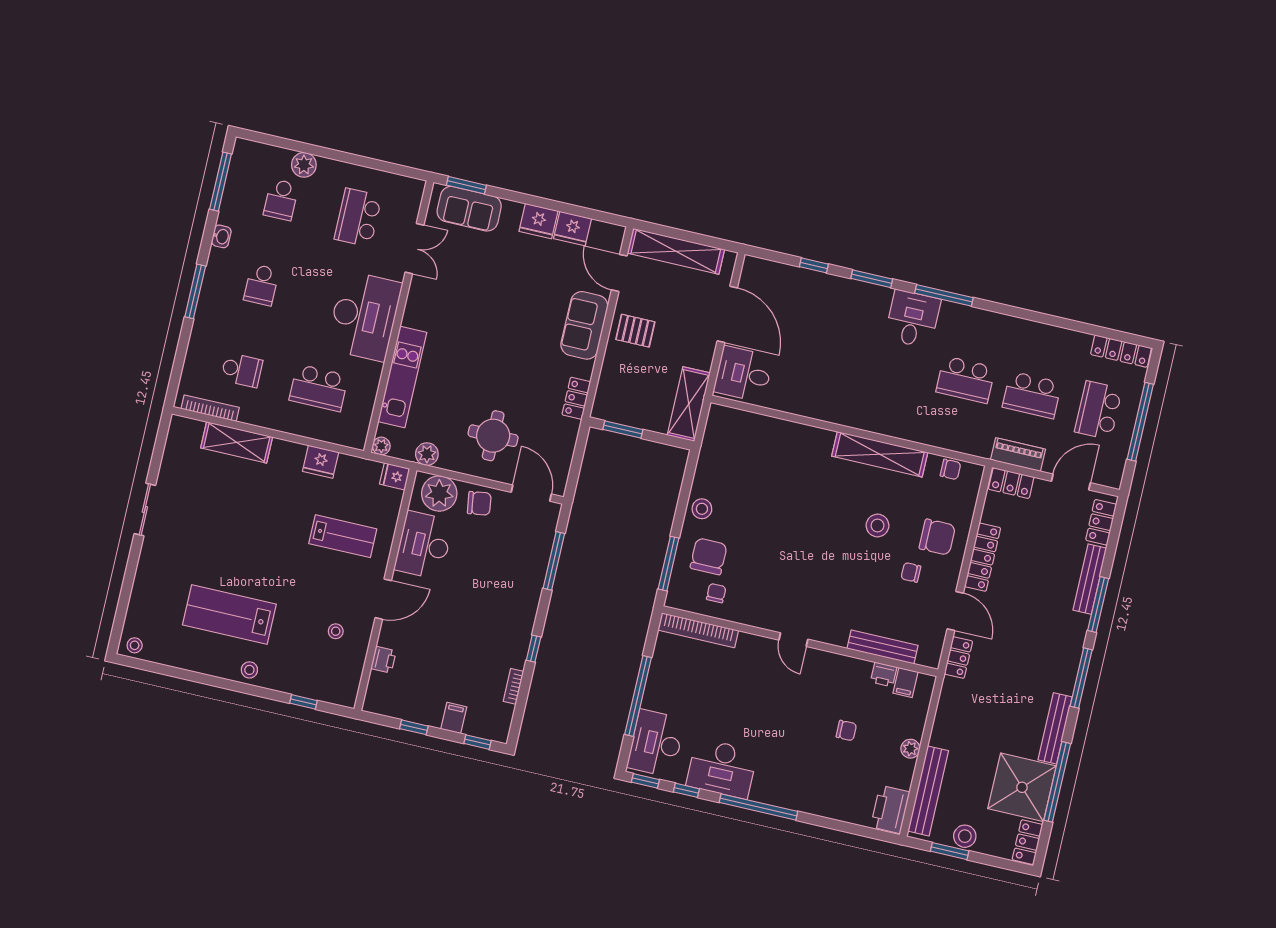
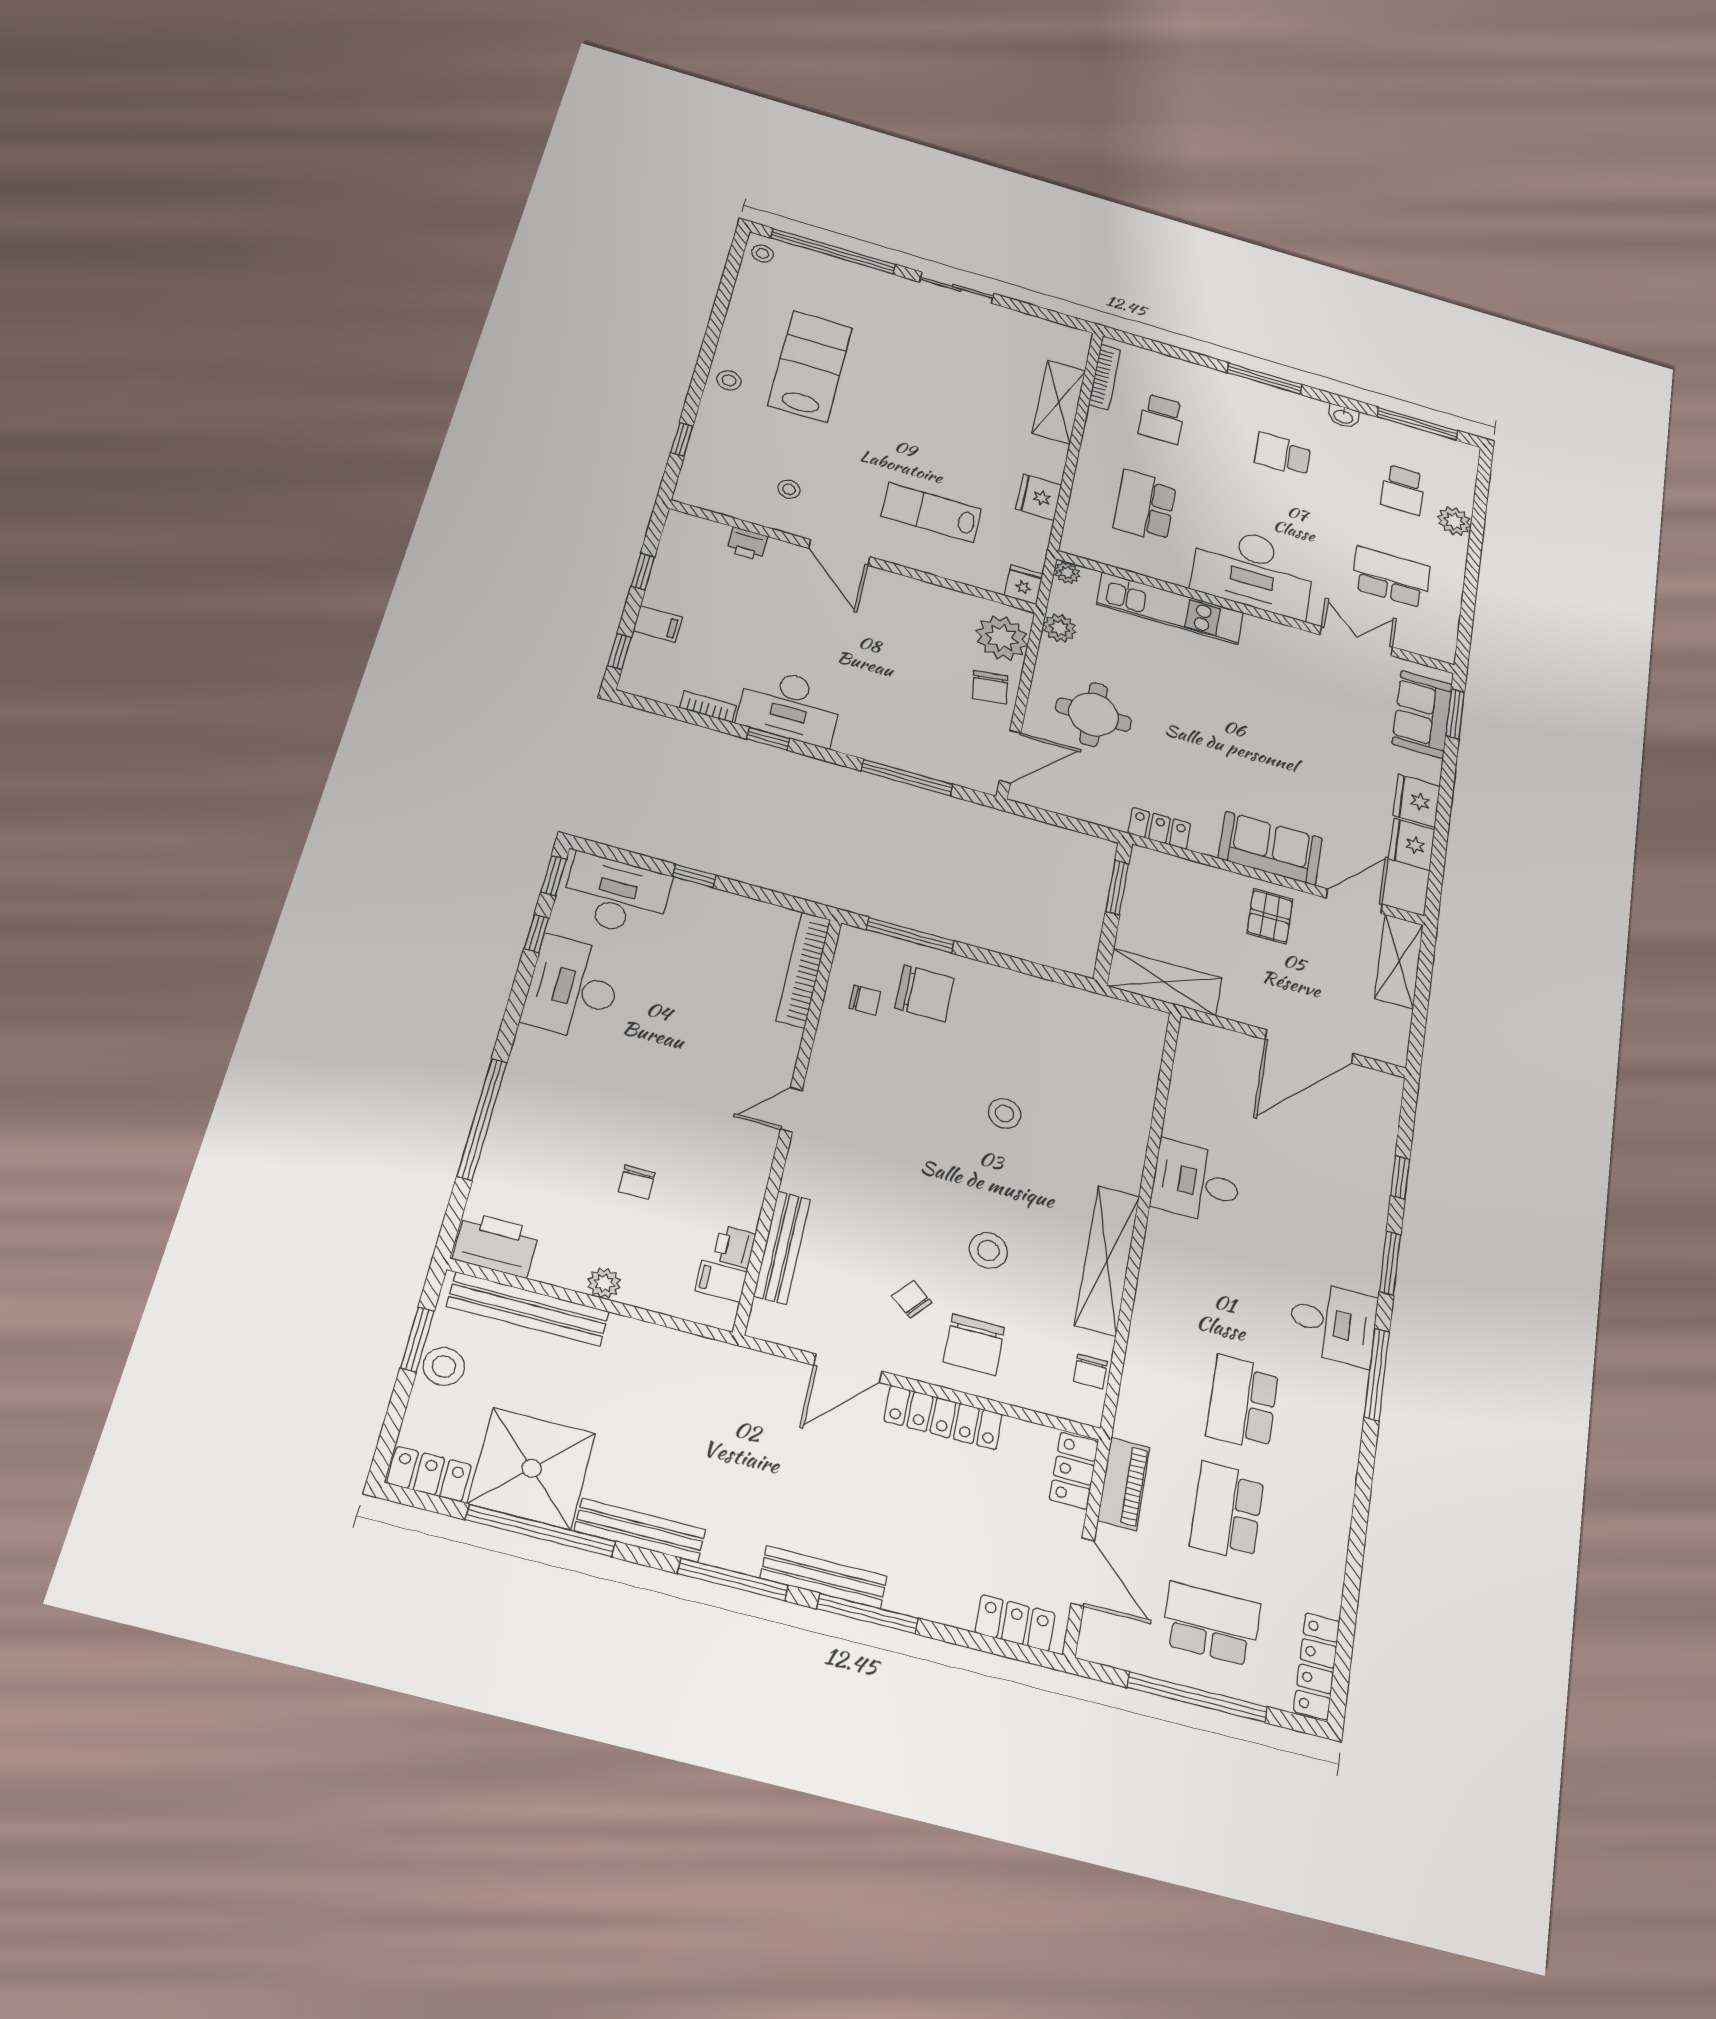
school desk: (281, 200) -> (1403, 490), turned -90
double door: (414, 249) -> (1356, 641), swing flipped
shelving: (676, 251) -> (1399, 961), width x0.68
desk: (743, 374) -> (1196, 1182), moved, turned -90
stool: (702, 509) -> (1004, 1113), moved
lab bench: (343, 536) -> (931, 513), turned 90
desk: (424, 545) -> (790, 706), moved, turned 180
chair: (911, 572) -> (912, 1299), turned -51
bench: (1090, 579) -> (824, 1577), moved
window: (125, 596) -> (833, 251), added
locker: (958, 658) -> (766, 1370), removed
window: (638, 696) -> (694, 876), width x0.32
window: (758, 807) -> (482, 1119), moved

